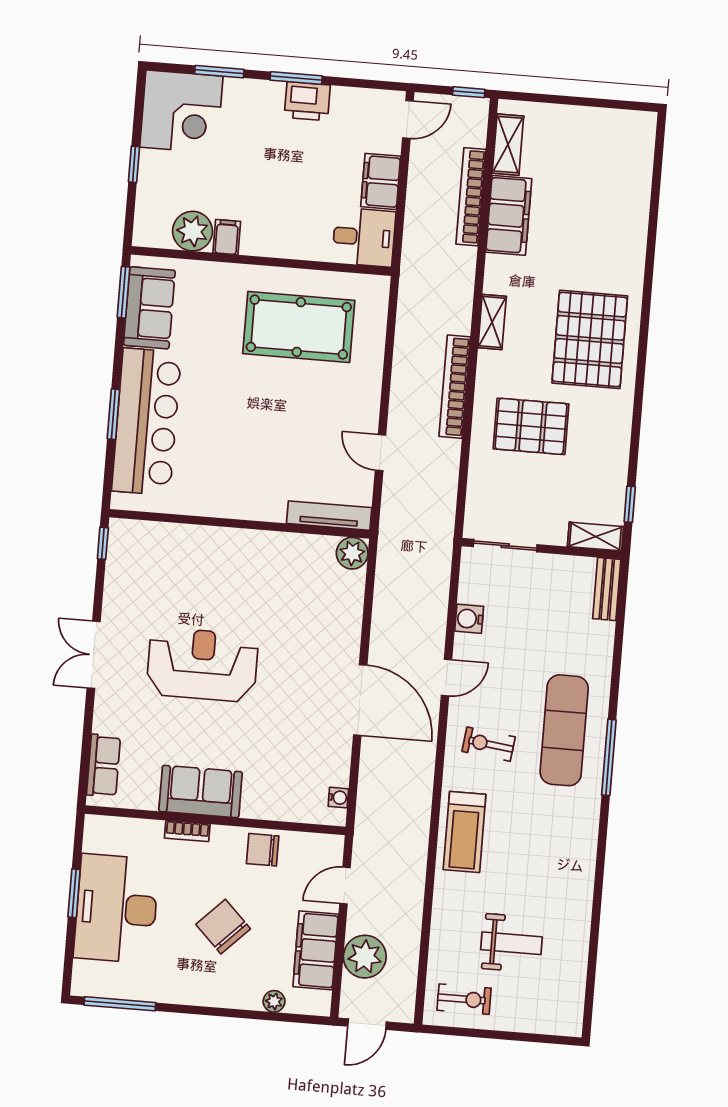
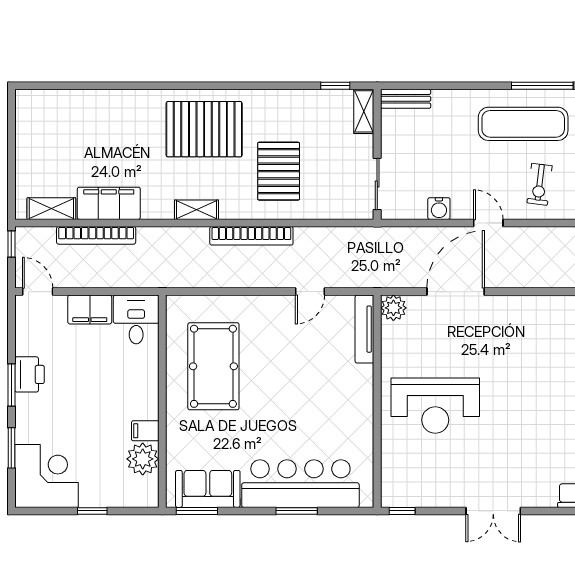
reception desk: (202, 665) -> (435, 406), moved, turned -90
door: (360, 700) -> (456, 292), moved

